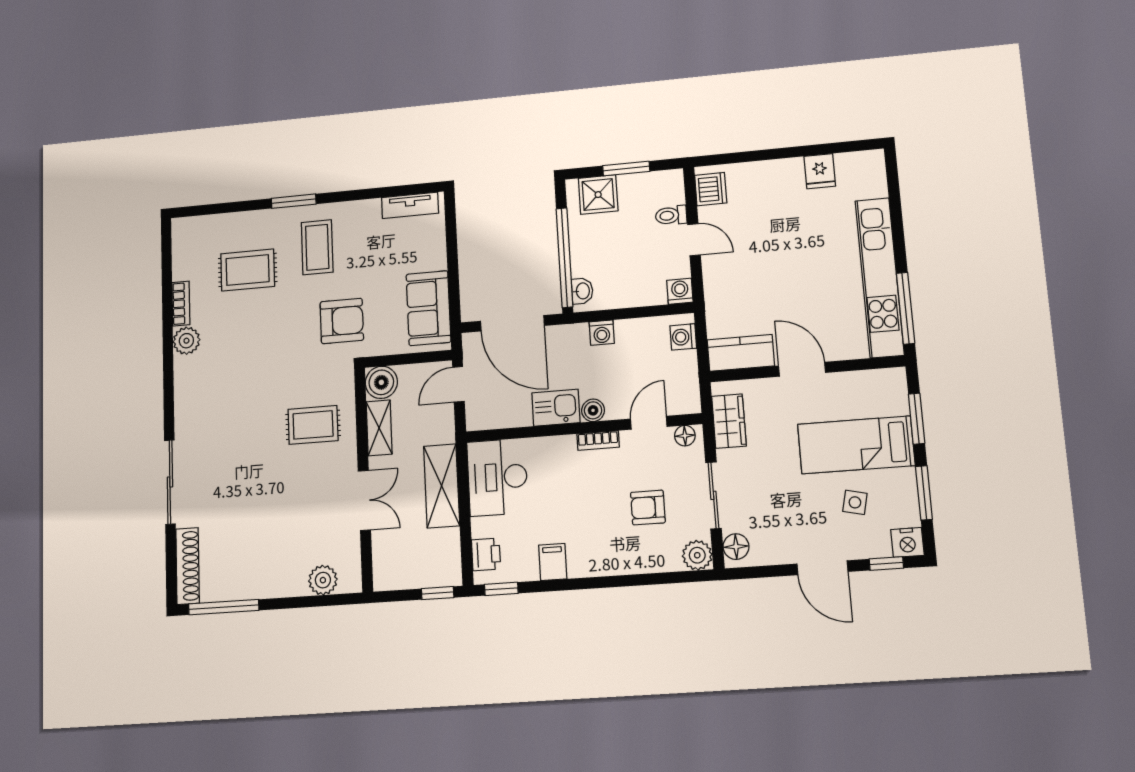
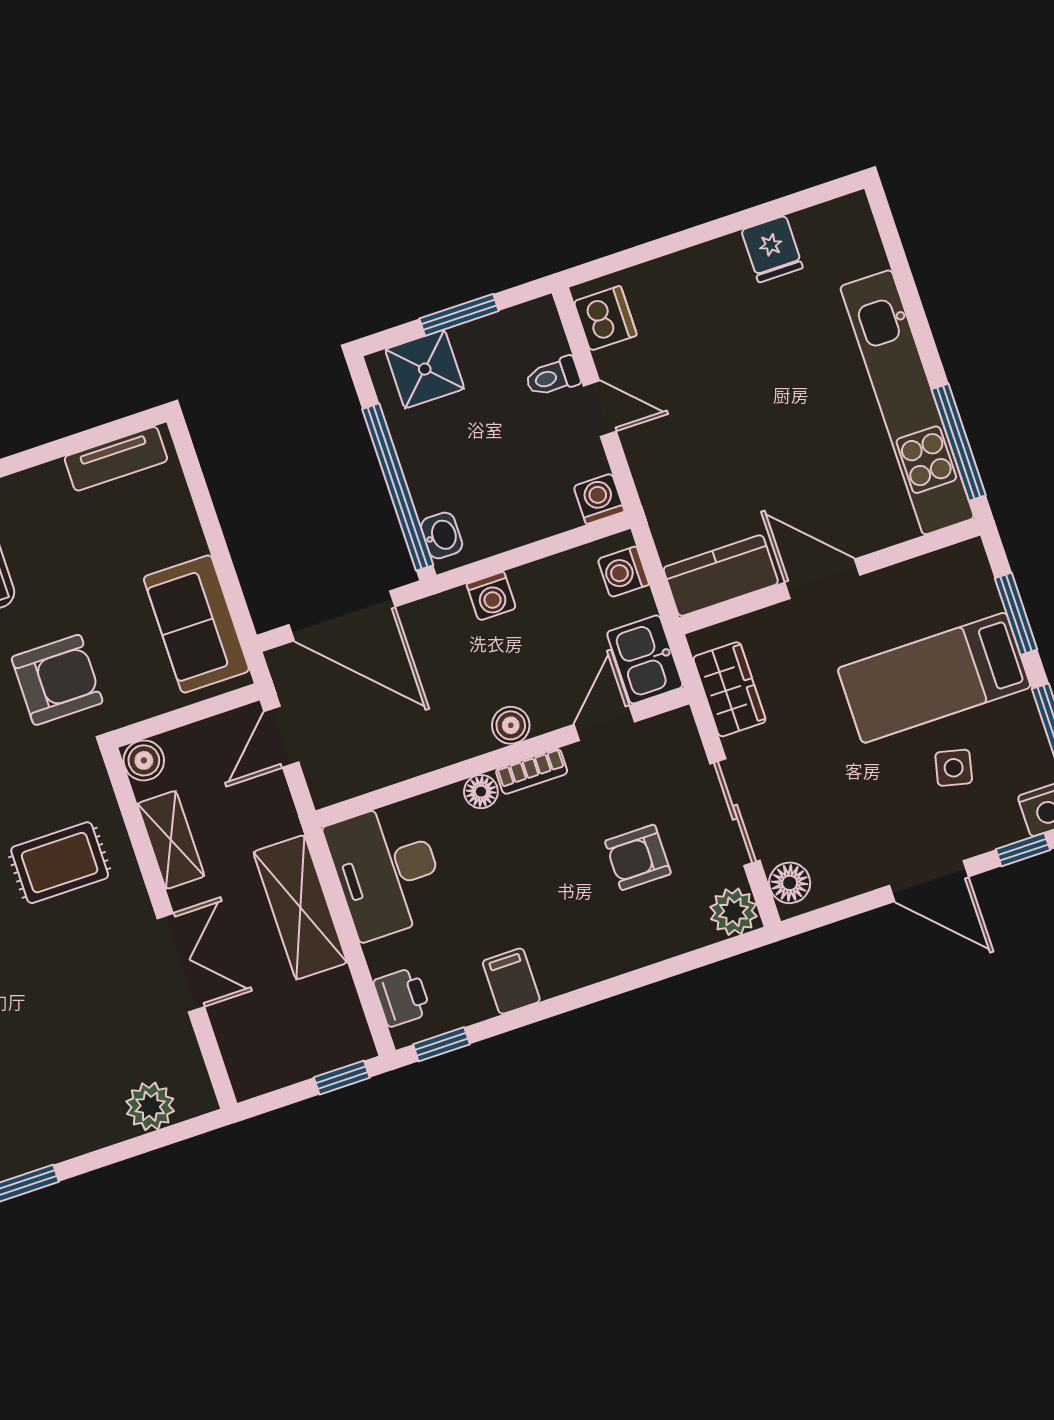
boiler: (381, 382) -> (144, 760), width x0.73, depth x0.73
kitchen sink: (556, 408) -> (645, 659), moved, turned -90
floor lamp: (685, 436) -> (481, 792), moved

